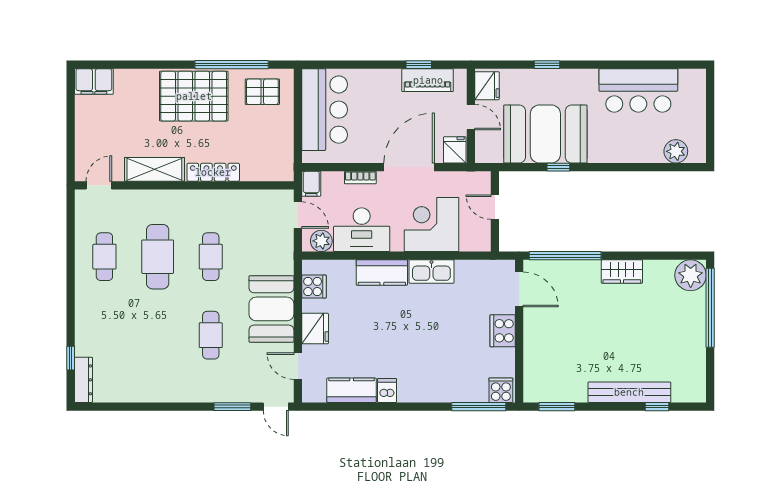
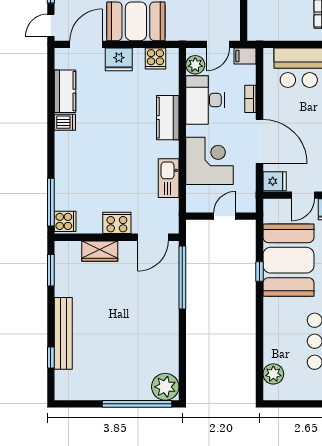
kitchen sink: (431, 272) -> (169, 178), moved
wardrobe: (622, 272) -> (100, 251), moved, turned -90
door: (298, 366) -> (86, 44), width x1.38

